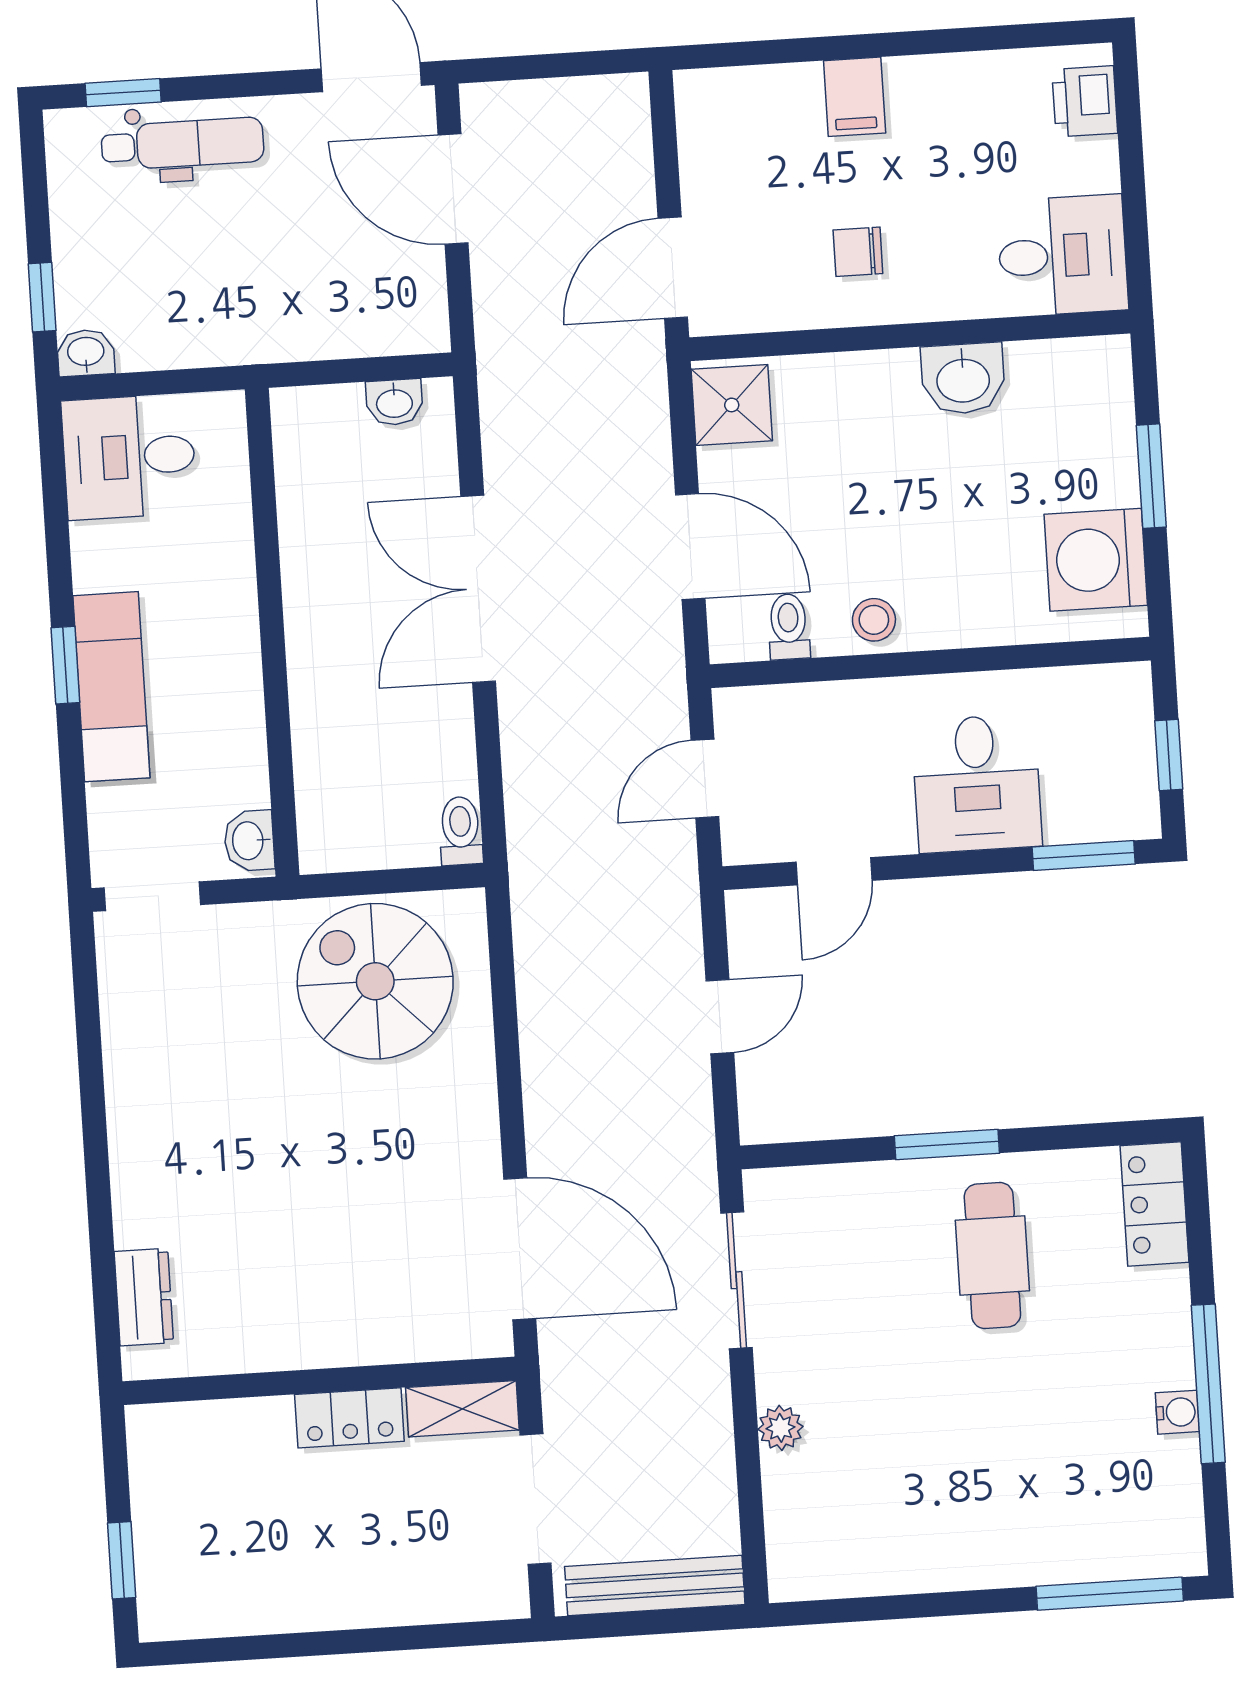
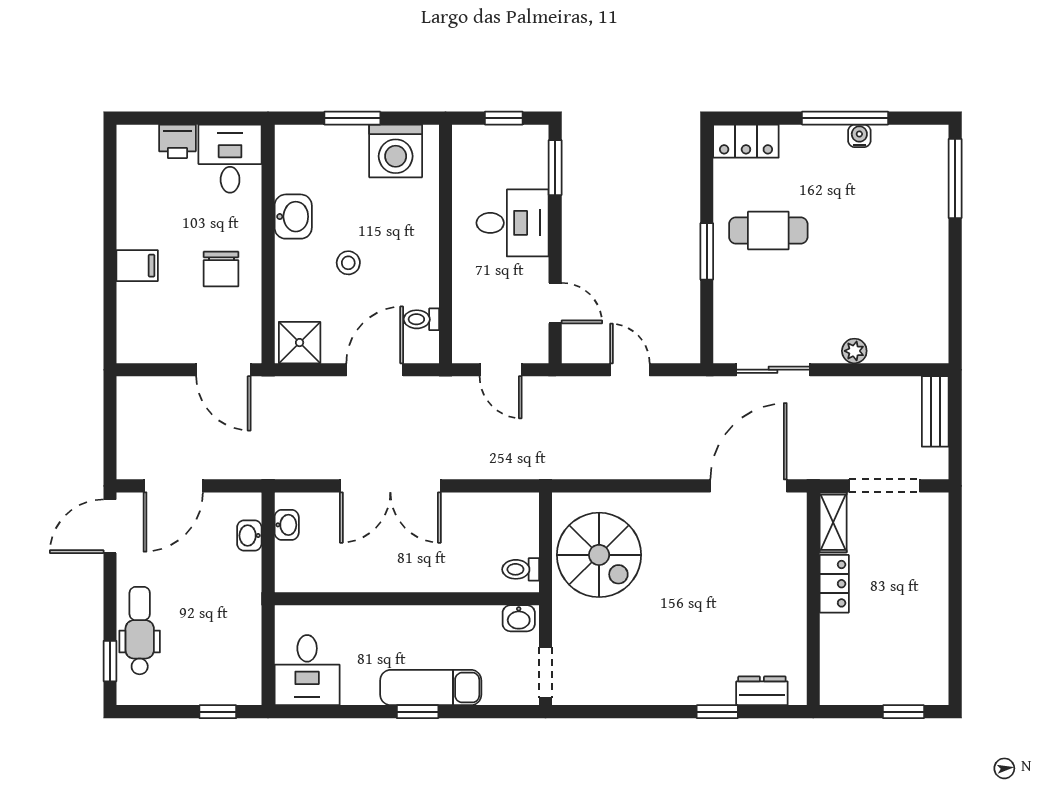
printer: (1085, 101) -> (177, 141), moved
chair: (858, 252) -> (221, 269), width x1.37, depth x1.37
washbasin: (86, 353) -> (249, 536), moved
stool: (874, 620) -> (348, 263), moved
toilet: (461, 831) -> (521, 569), moved
spiral stairs: (375, 981) -> (599, 555), turned -90
window: (100, 1217) -> (717, 712), added
bench: (655, 1585) -> (935, 411), width x0.73

